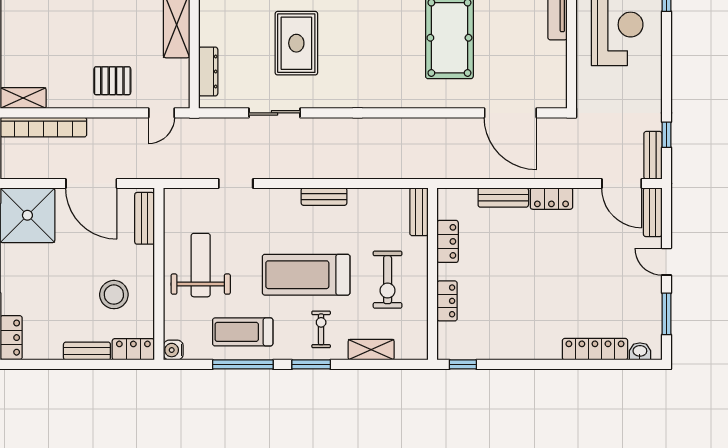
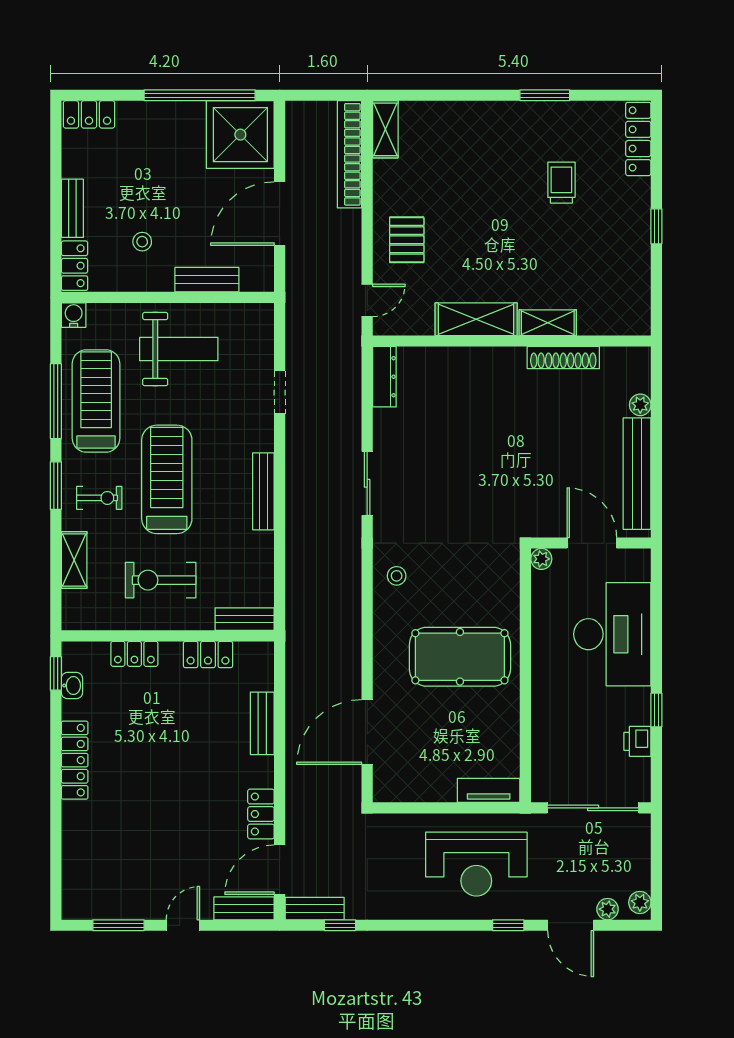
rug: (296, 43) -> (453, 467), removed
dresser: (208, 71) -> (384, 377), moved, turned -90
stool: (384, 89) -> (397, 576), added
door: (161, 113) -> (367, 300), swing flipped
sliding door: (274, 113) -> (367, 483), moved
bench: (324, 197) -> (263, 491), width x1.36
locker: (551, 199) -> (261, 814), moved
bench: (145, 218) -> (207, 280), moved
stool: (114, 295) -> (142, 242), width x0.53, depth x0.53
treadmill: (243, 332) -> (96, 401), width x1.37, depth x1.38
locker: (595, 349) -> (75, 760), moved
washbasin: (640, 351) -> (72, 686), moved

